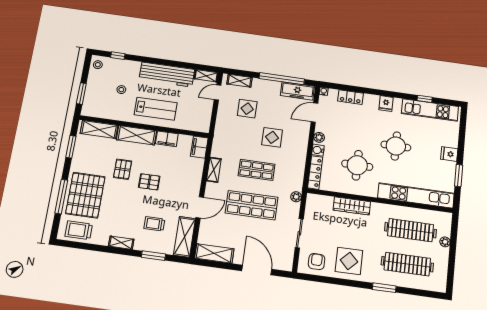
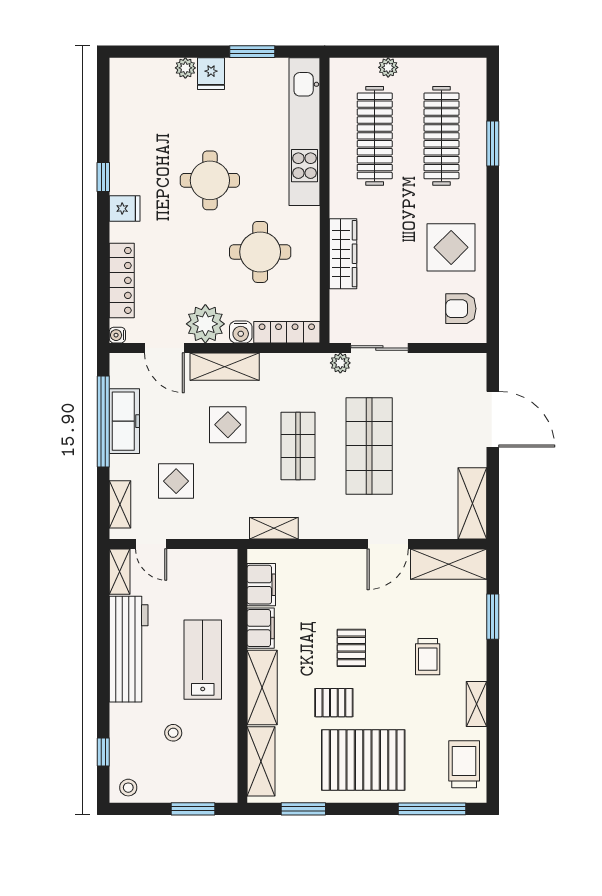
freezer: (297, 91) -> (124, 421), moved
locker: (350, 97) -> (122, 280), width x1.53
window: (425, 99) -> (103, 177), moved
kitchen unit: (430, 110) -> (125, 120), removed
plant: (319, 137) -> (205, 324), width x1.88, depth x1.88
shelving: (301, 140) -> (225, 367), added
plant: (453, 142) -> (185, 68), added
filing cabinet: (199, 147) -> (261, 585), moved, turned -90
shelving: (214, 170) -> (274, 528), moved
pallet: (85, 195) -> (363, 760), moved
window: (61, 197) -> (432, 809), moved
door: (200, 207) -> (388, 544), swing flipped
trolley: (154, 224) -> (428, 657), moved
trolley: (79, 230) -> (464, 764), turned 180
sliding door: (299, 233) -> (379, 348), moved
shelving: (121, 243) -> (477, 704), moved
door: (257, 270) -> (493, 419), swing flipped
window: (384, 288) -> (493, 143), moved

